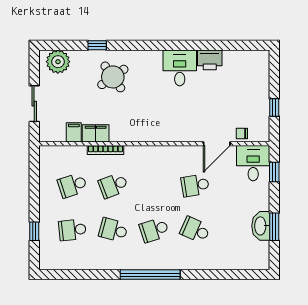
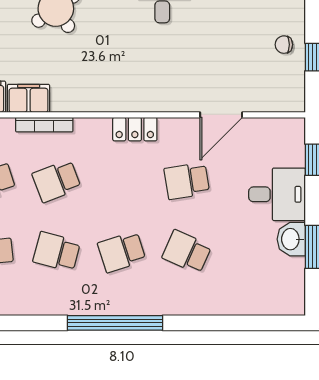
chair: (242, 134) -> (284, 45), moved
locker: (162, 153) -> (135, 129), added
desk: (253, 163) -> (277, 194), moved, turned 90
washbasin: (261, 226) -> (291, 239), width x0.72

